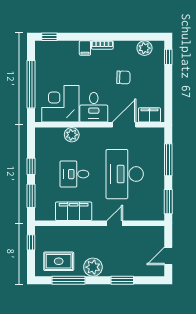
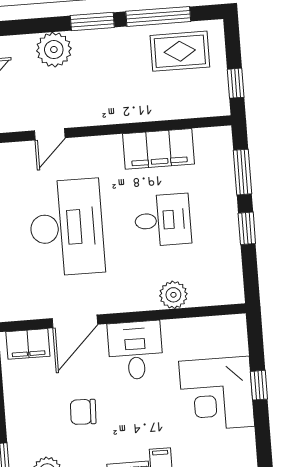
window: (31, 84) -> (259, 385), width x0.32
corner desk: (60, 104) -> (217, 394), moved, turned 90
door: (115, 223) -> (50, 134), moved
plant: (93, 267) -> (54, 50), moved
window: (122, 280) -> (92, 21), moved

